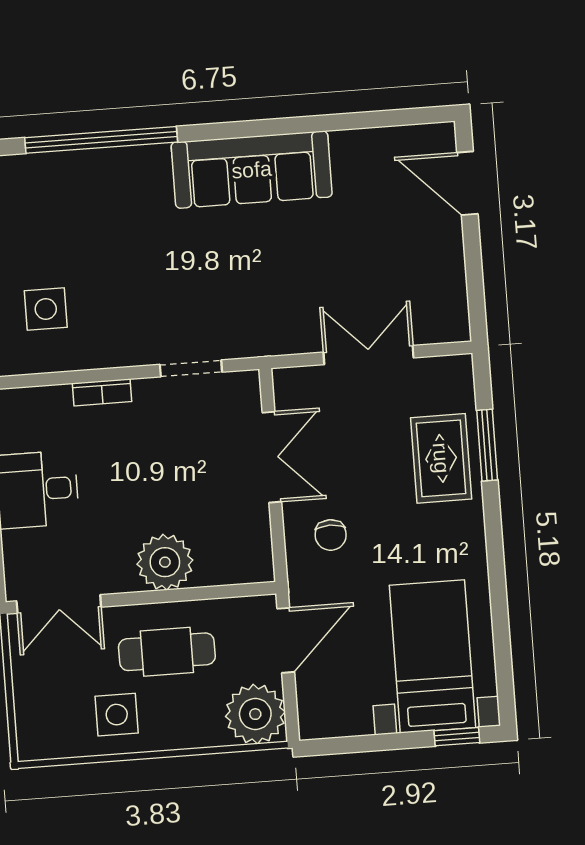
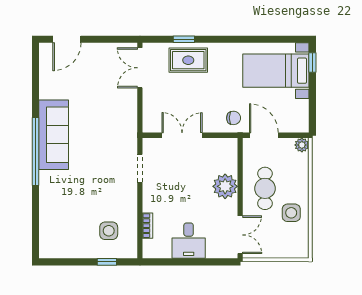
window: (101, 140) -> (35, 151), moved
double door: (369, 355) -> (140, 68), moved
bookcase: (102, 392) -> (148, 226), moved
window: (487, 445) -> (184, 39), width x0.67
chair: (331, 535) -> (234, 118), moved
plant: (255, 714) -> (302, 145), width x0.53, depth x0.53

